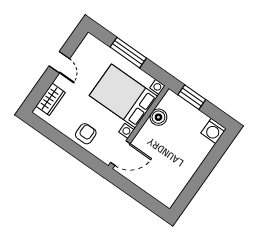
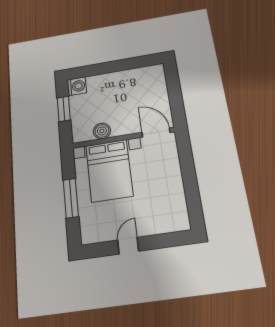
window: (192, 97) -> (64, 109), moved
wardrobe: (51, 99) -> (166, 224), removed
armchair: (86, 134) -> (167, 171), removed

